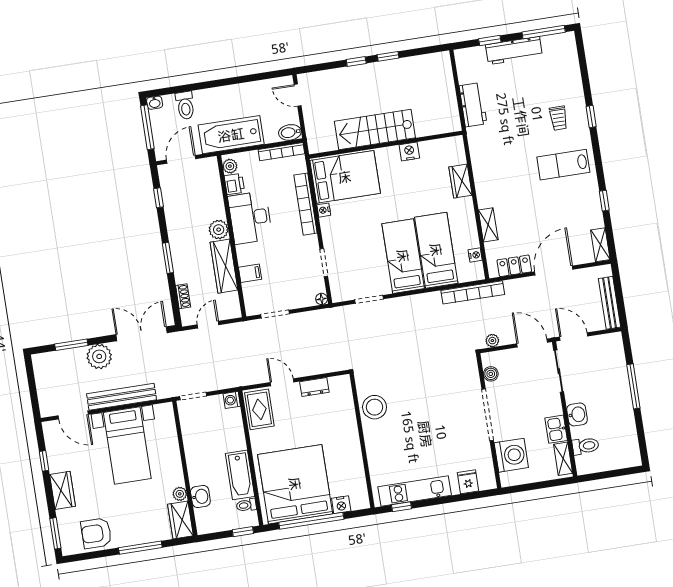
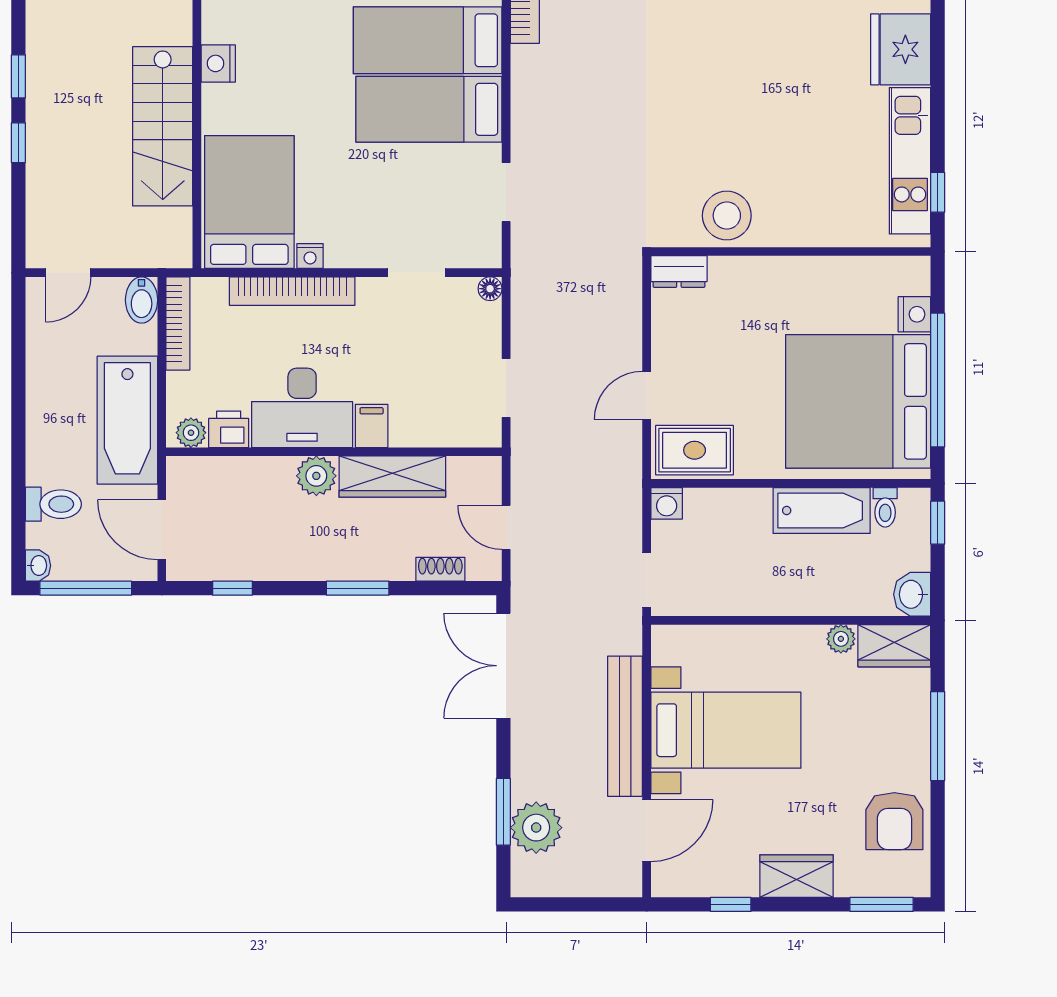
filing cabinet: (250, 273) -> (372, 426), moved
plant: (99, 356) -> (536, 828), moved
dresser: (314, 387) -> (679, 271), moved, turned 90
fridge: (468, 482) -> (901, 49), width x1.88, depth x1.34
washbasin: (200, 496) -> (912, 594), moved, turned -90

